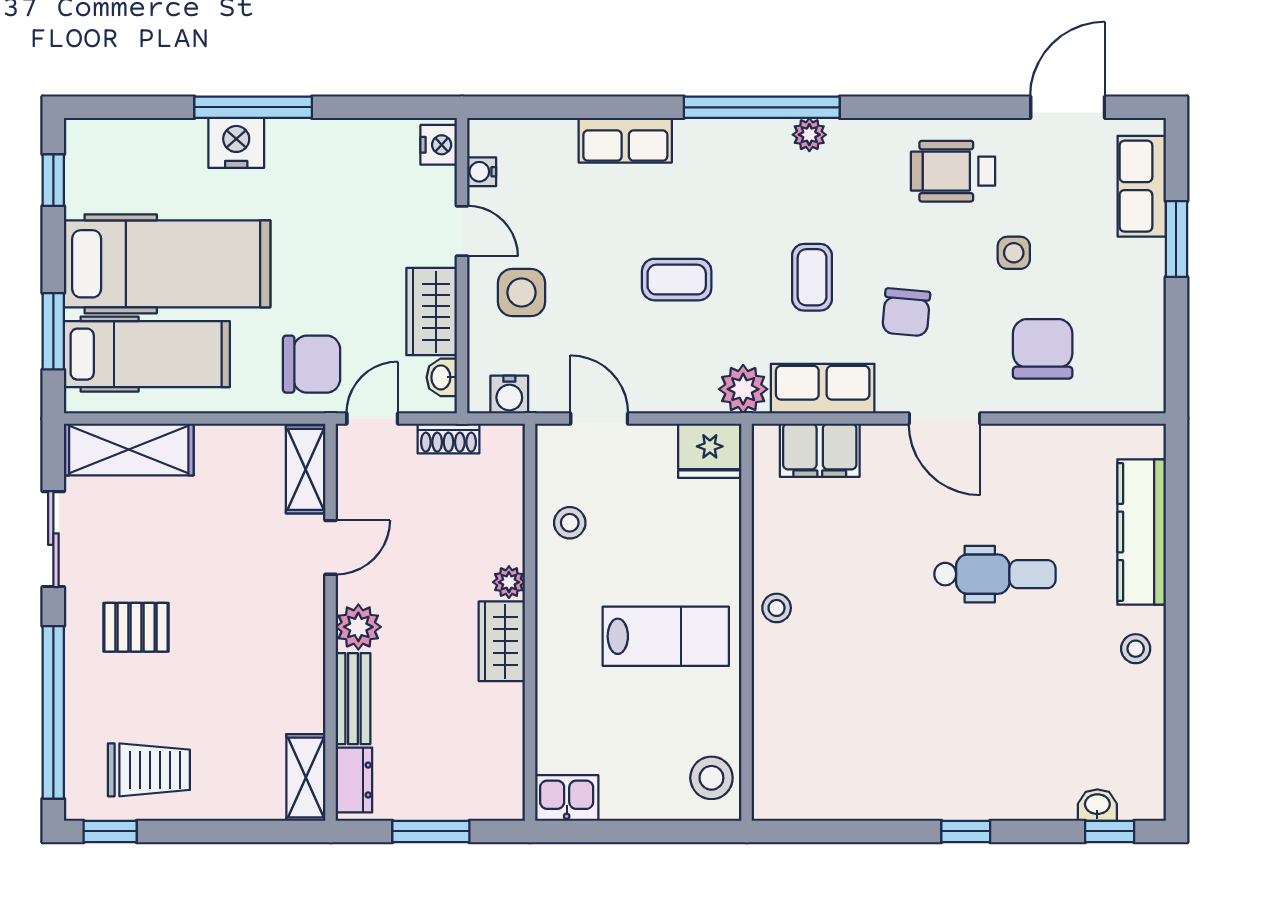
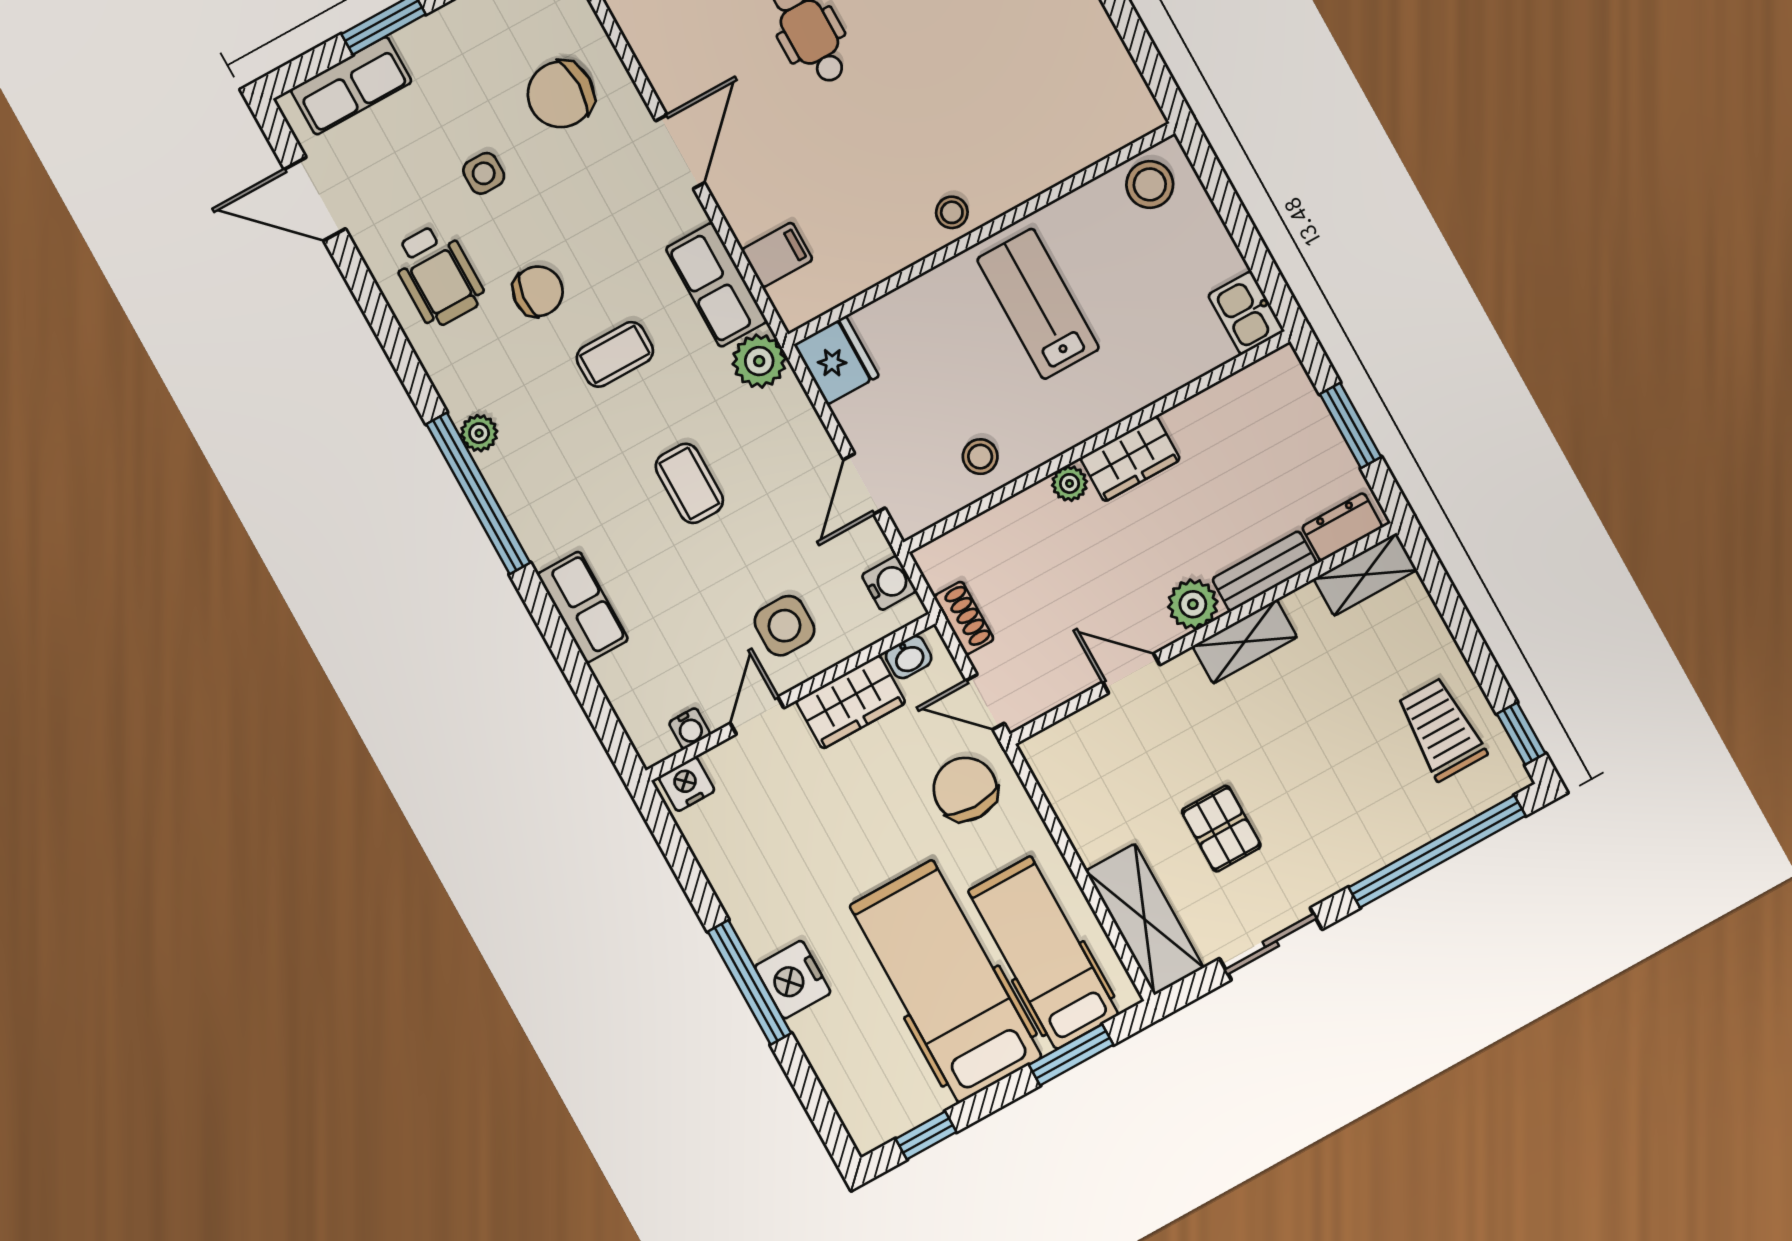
chair: (906, 312) -> (538, 291), moved
filing cabinet: (820, 450) -> (777, 255), width x0.50
shelving: (306, 469) -> (1245, 642), moved
pallet: (136, 627) -> (1221, 829), moved

